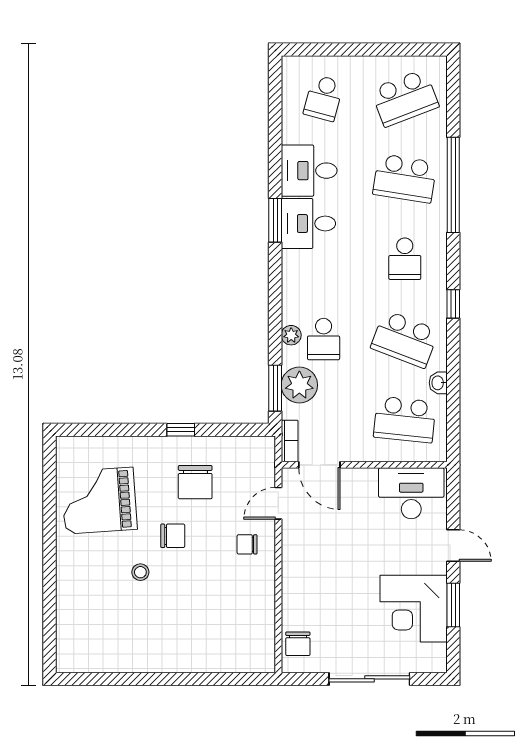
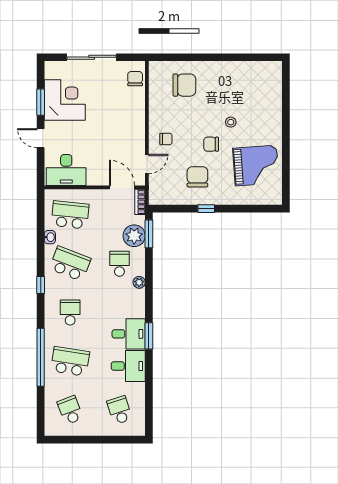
school desk: (324, 98) -> (119, 410), turned -33
school desk: (405, 98) -> (70, 410), width x0.54
plant: (291, 335) -> (139, 282), moved
chair: (217, 633) -> (184, 85), added

